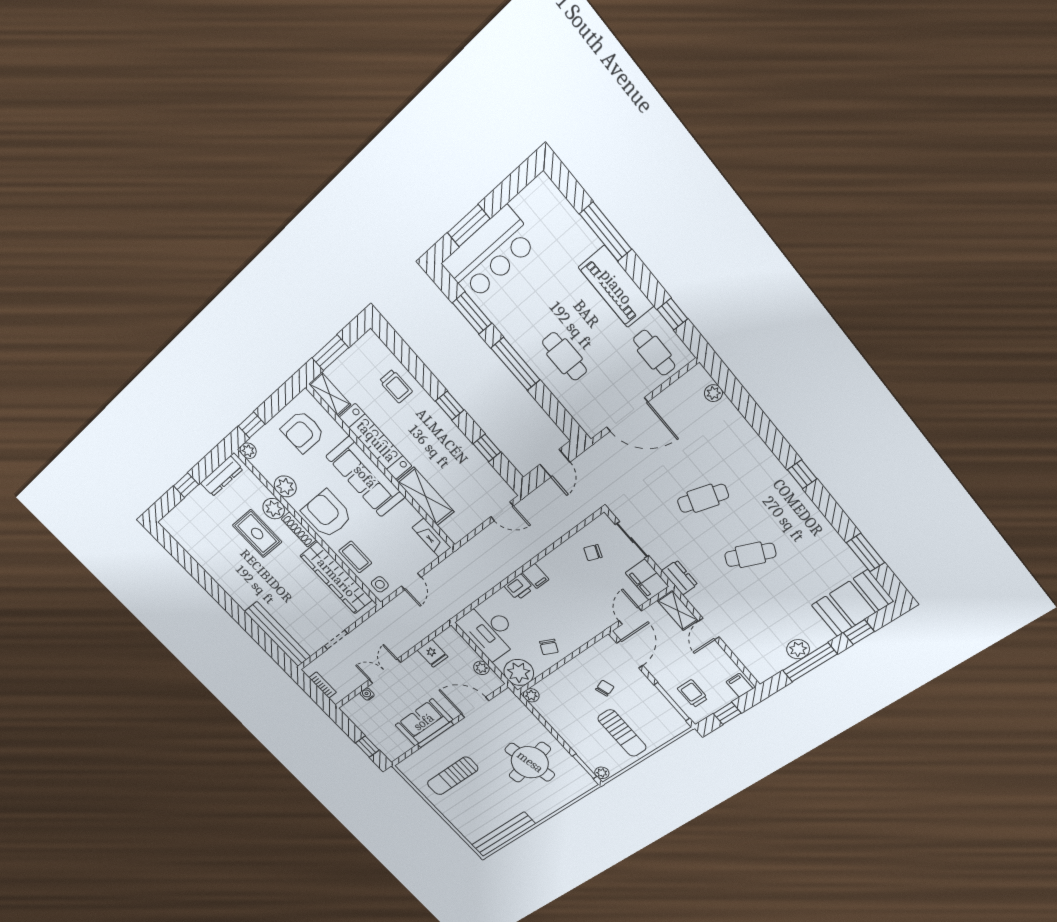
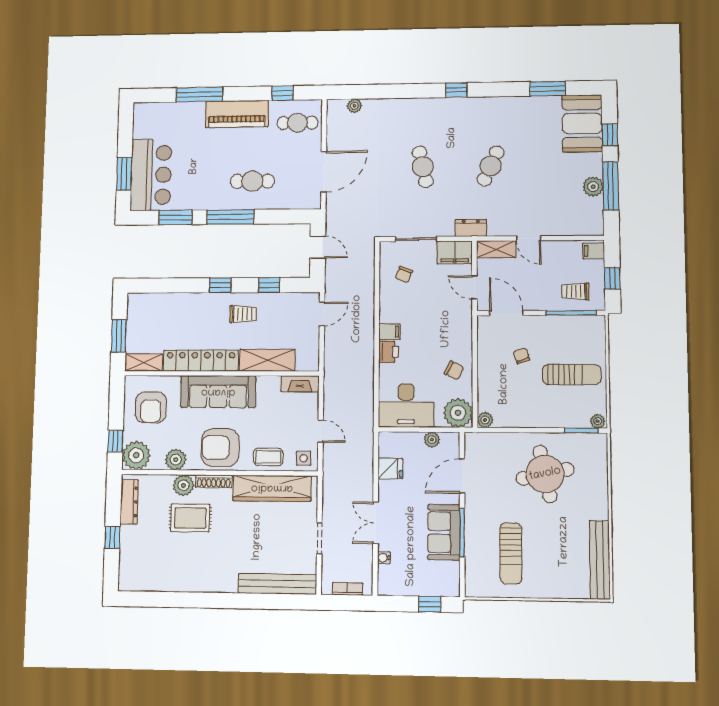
trolley: (396, 386) -> (243, 314), moved
plant: (248, 451) -> (136, 455), width x1.87, depth x1.87
cafe table: (703, 498) -> (423, 167), turned -30

